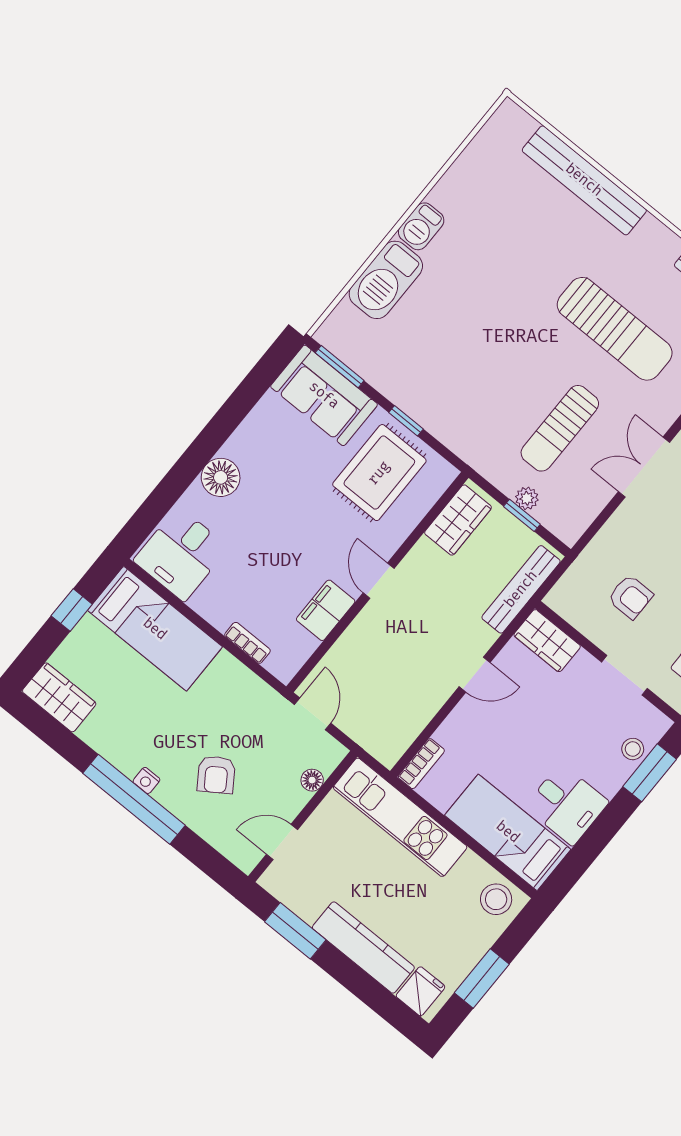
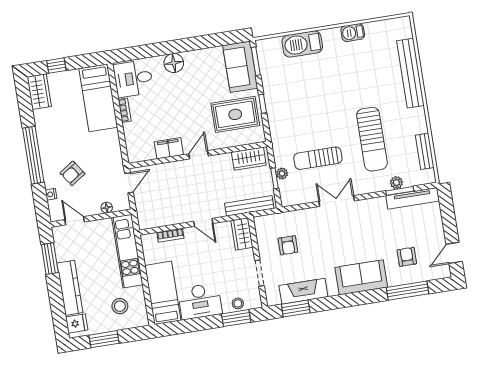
barbecue: (421, 226) -> (353, 33), moved
window: (72, 610) -> (56, 66), moved
bookcase: (247, 643) -> (125, 110), moved
bookcase: (421, 764) -> (170, 235), moved
nightstand: (146, 780) -> (51, 194), moved
desk: (567, 804) -> (200, 301), width x1.37
stool: (496, 899) -> (120, 306), moved

